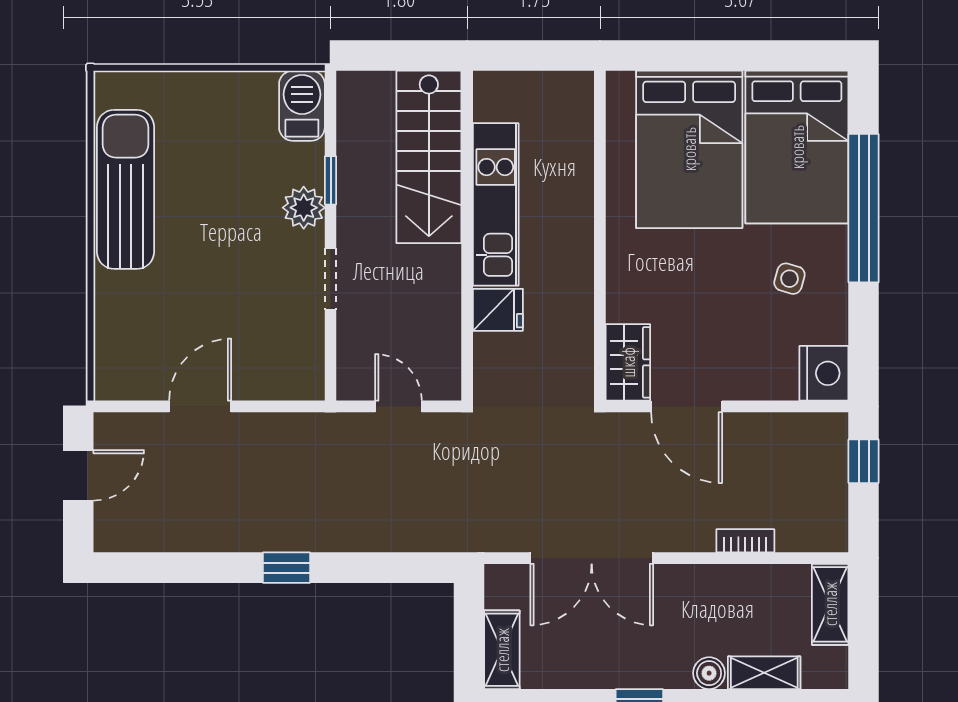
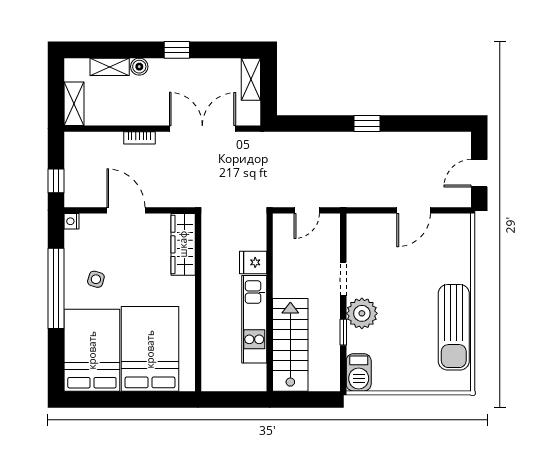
plant: (304, 208) -> (362, 313), width x1.36, depth x1.36
window: (864, 208) -> (56, 288), moved
wardrobe: (628, 362) -> (183, 244), width x1.50
nightstand: (824, 373) -> (72, 221), width x0.53, depth x0.56
door: (398, 406) -> (307, 210), hinge flipped
door: (687, 406) -> (126, 210), moved
bookcase: (745, 541) -> (139, 138), moved

